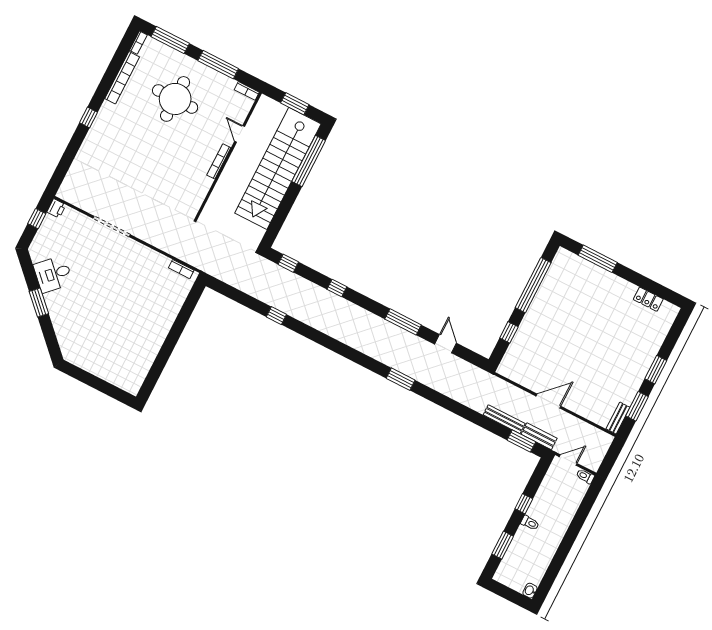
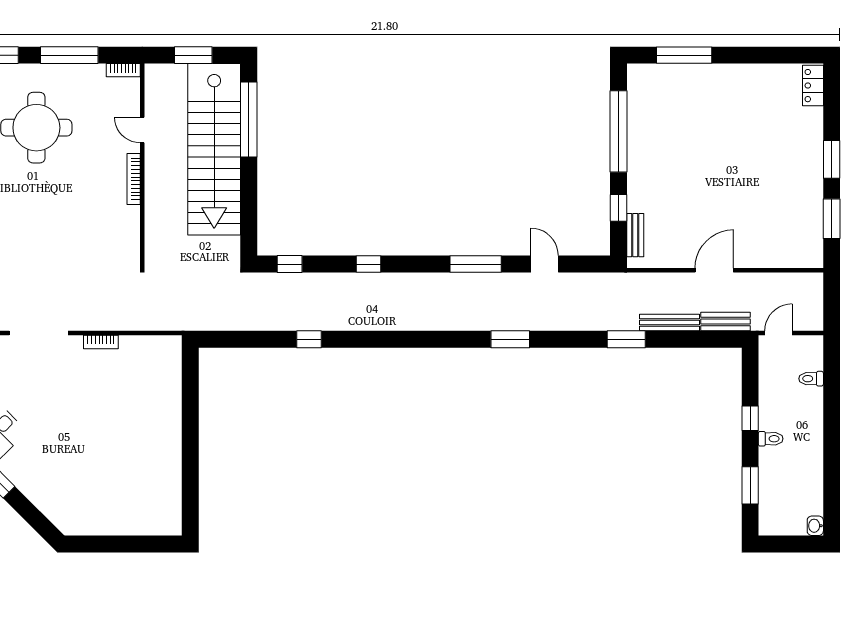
bookcase: (181, 269) -> (101, 342), moved
locker: (648, 299) -> (813, 86), moved, turned 90
bench: (618, 418) -> (635, 235), moved
window: (521, 441) -> (626, 339), moved
toilet: (585, 476) -> (811, 379), moved

